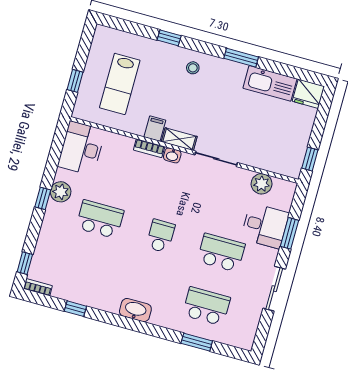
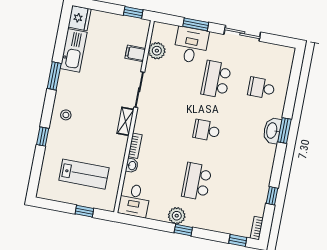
filing cabinet: (155, 129) -> (135, 53), moved
desk: (81, 148) -> (134, 200), width x0.73
washbasin: (172, 155) -> (132, 166), moved
school desk: (206, 306) -> (261, 88), width x0.54
washbasin: (135, 310) -> (272, 131), moved
window: (197, 342) -> (284, 131), moved

